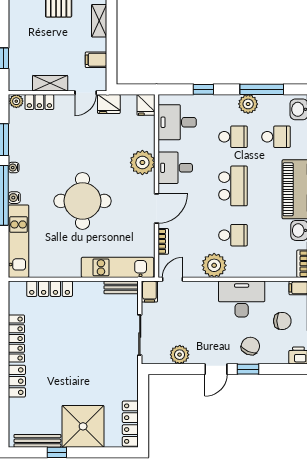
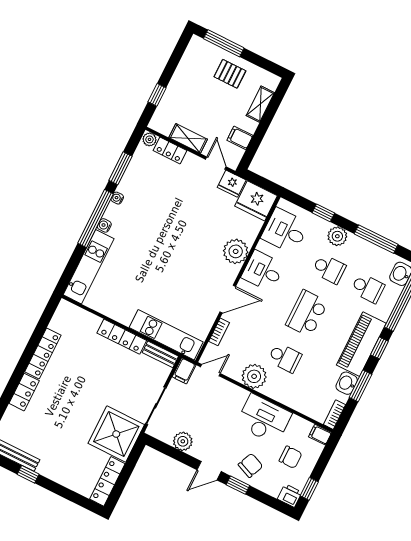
door: (86, 93) -> (216, 163), swing flipped
plant: (248, 104) -> (337, 236), moved
fridge: (146, 105) -> (256, 201), width x1.88, depth x1.34
school desk: (233, 186) -> (307, 313), turned 180
round table: (82, 201) -> (164, 259), removed
locker: (50, 289) -> (122, 337), moved
shower: (83, 426) -> (116, 434), moved

